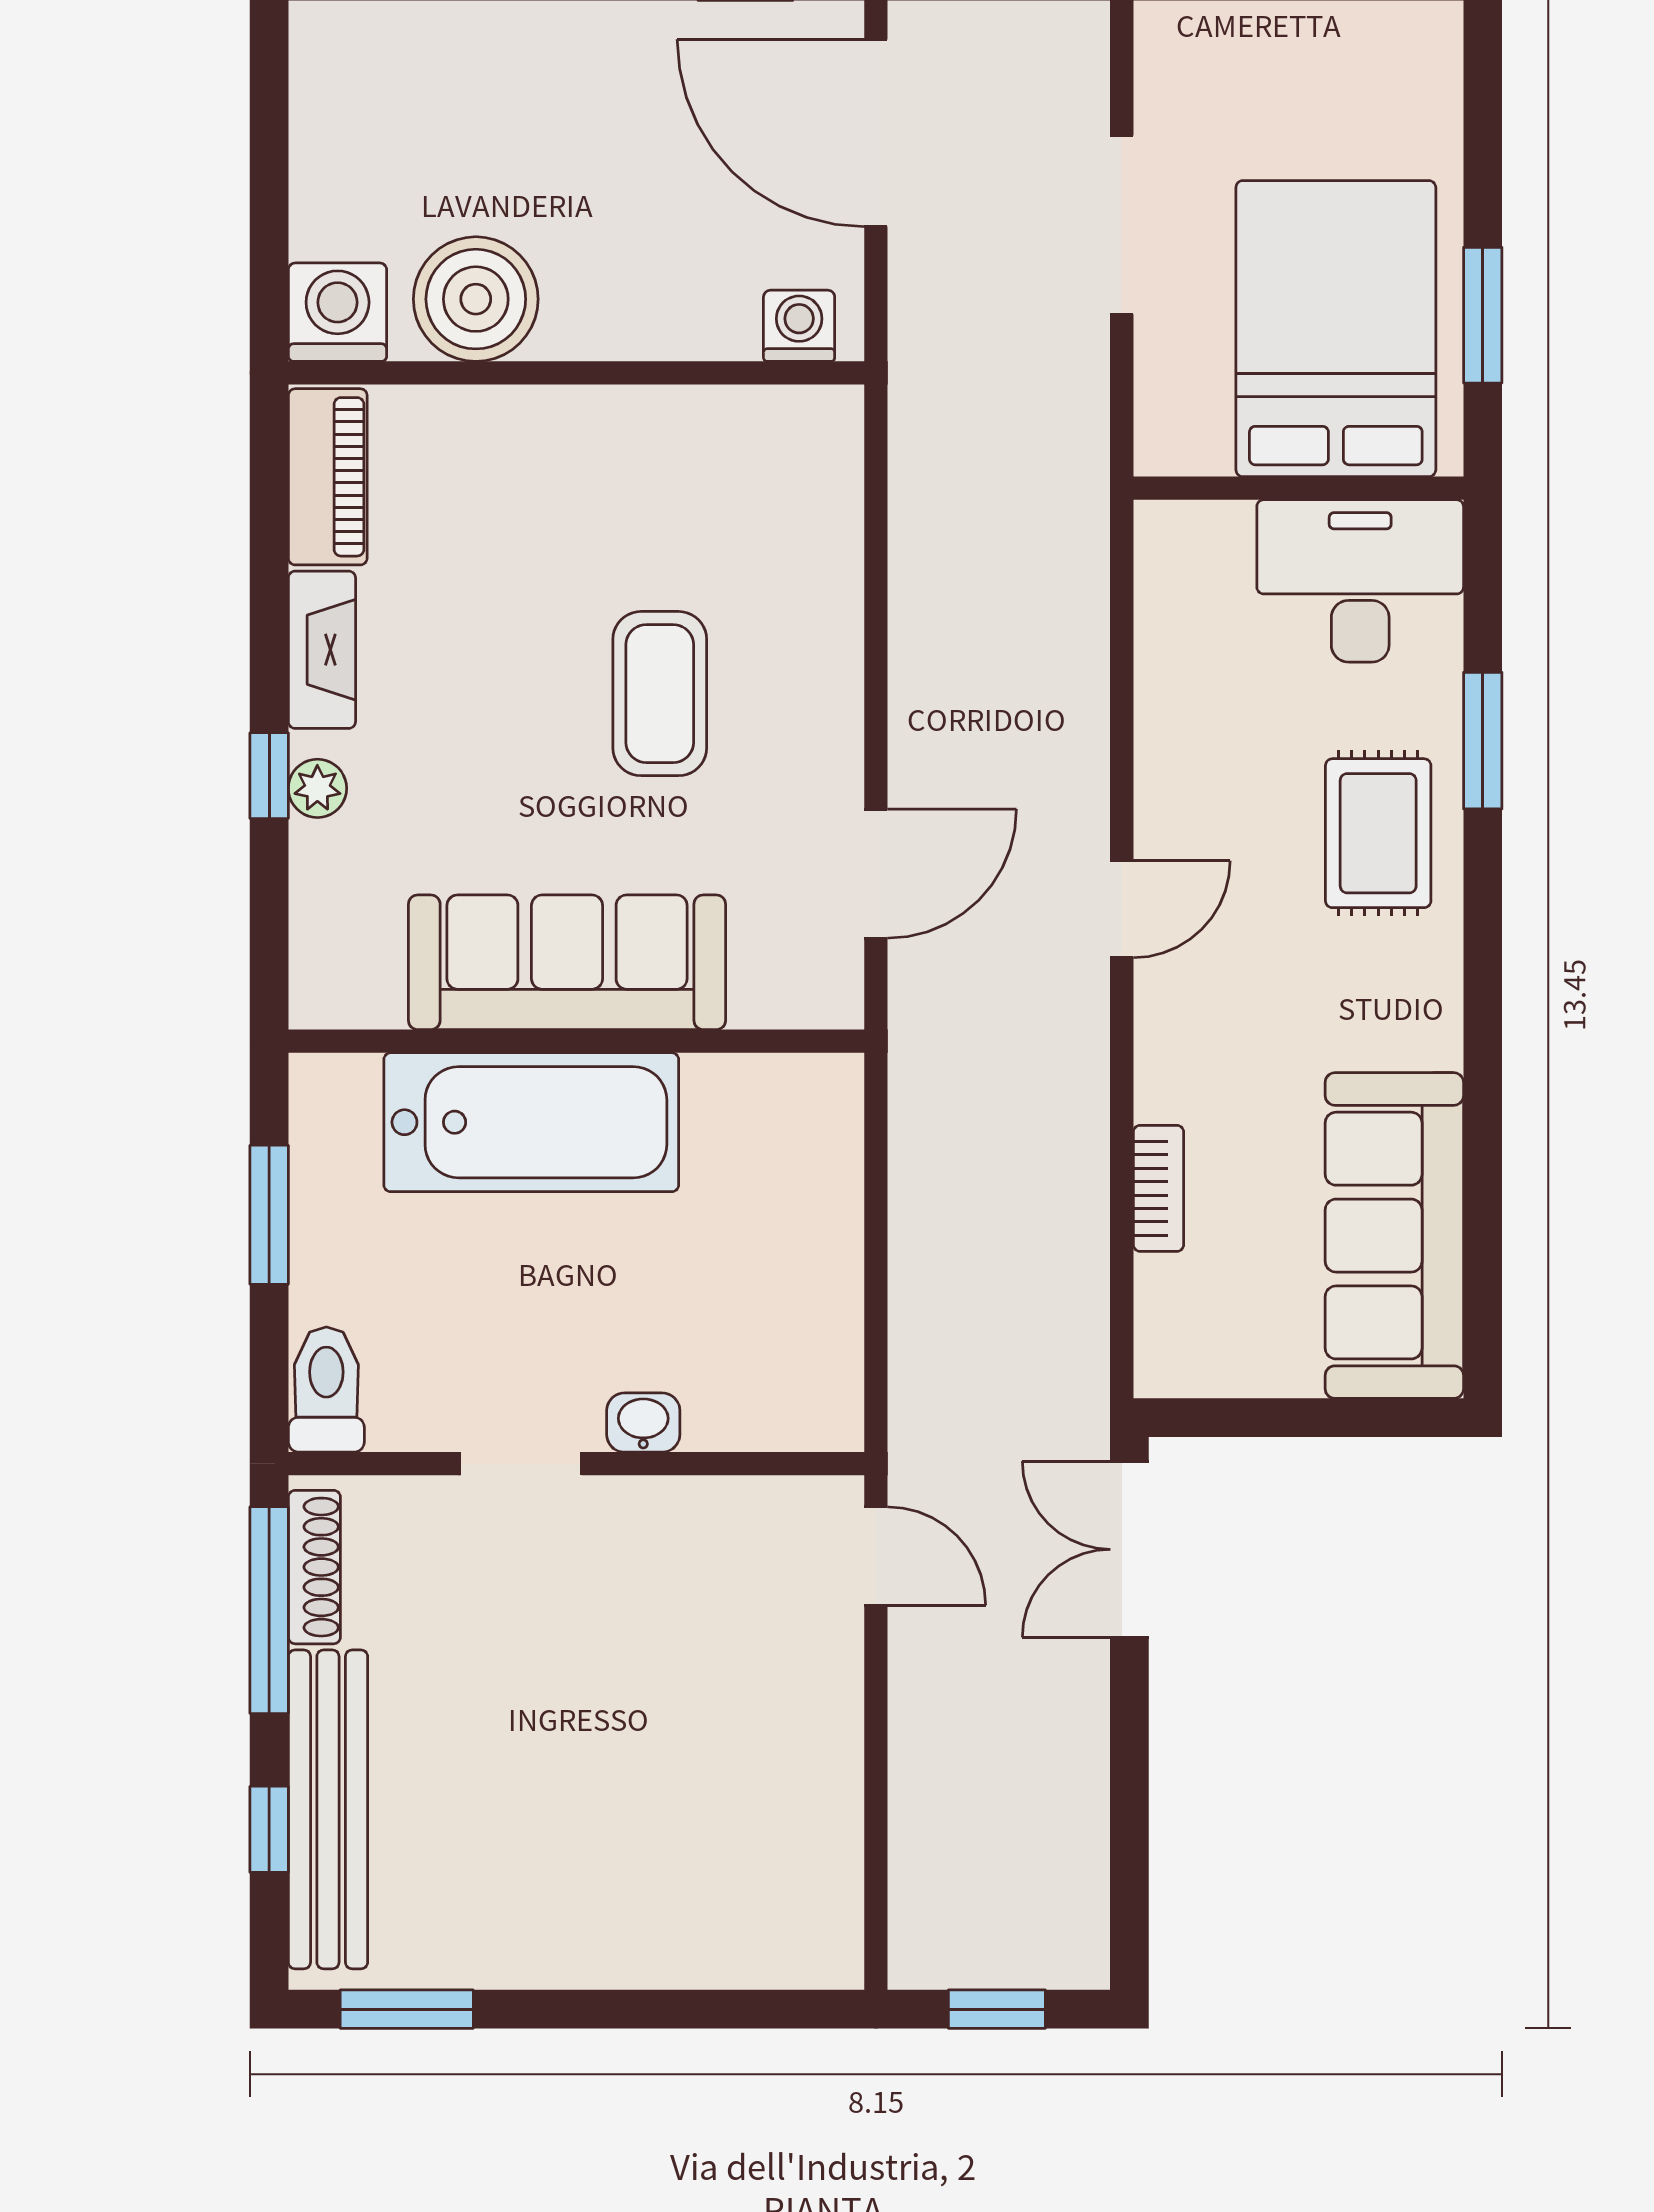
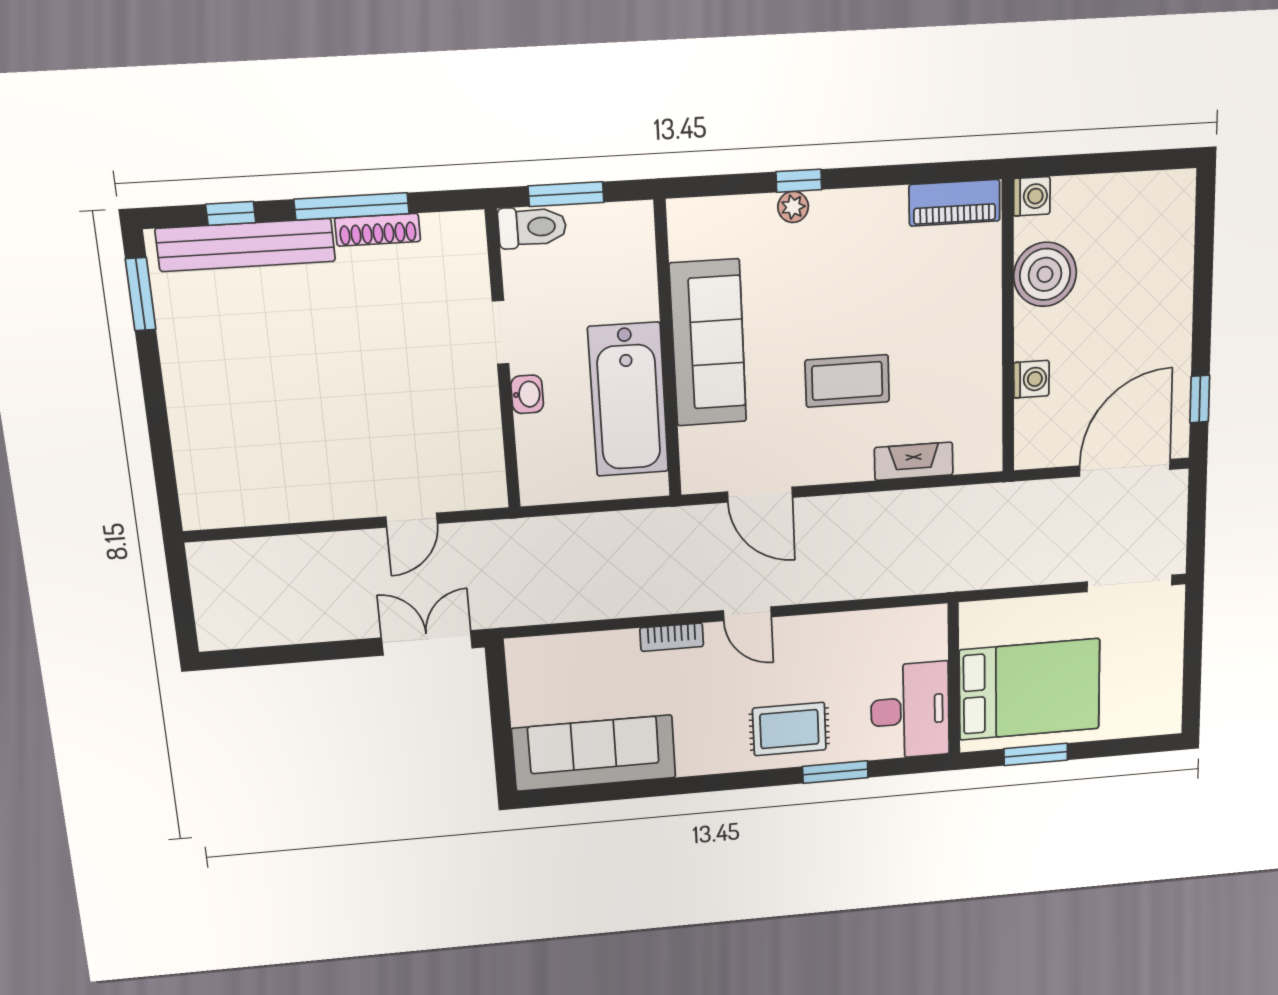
doorway: (1122, 225) -> (1130, 583), moved
washing machine: (338, 312) -> (1032, 196), width x0.73, depth x0.73
washing machine: (799, 326) -> (1031, 379), moved
fireplace: (322, 650) -> (914, 461), moved, turned 180
bathtub: (531, 1122) -> (628, 400), moved
bookcase: (1158, 1188) -> (672, 637), moved
toilet: (326, 1390) -> (532, 227), moved
washbasin: (643, 1423) -> (527, 394), moved
doorway: (521, 1464) -> (501, 332), moved
wall: (576, 1464) -> (503, 361), moved
window: (997, 2009) -> (181, 598), removed

